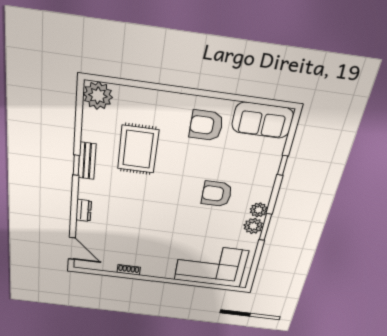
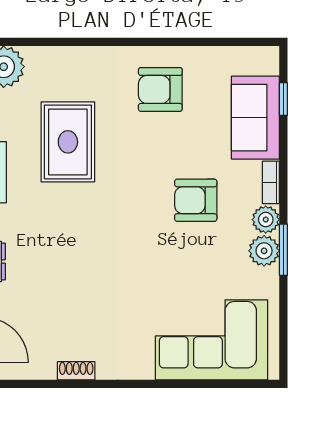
sofa: (263, 120) -> (255, 118), moved, turned 90
window: (283, 165) -> (283, 99), moved
bookcase: (267, 190) -> (271, 182), added

